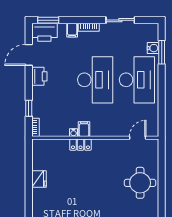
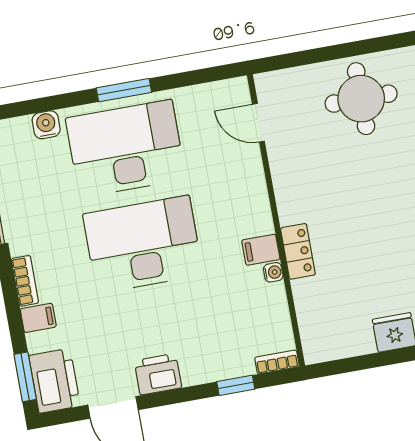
window: (162, 52) -> (124, 90), moved

